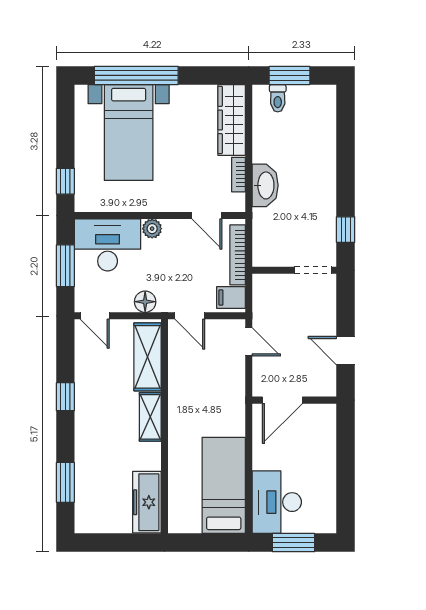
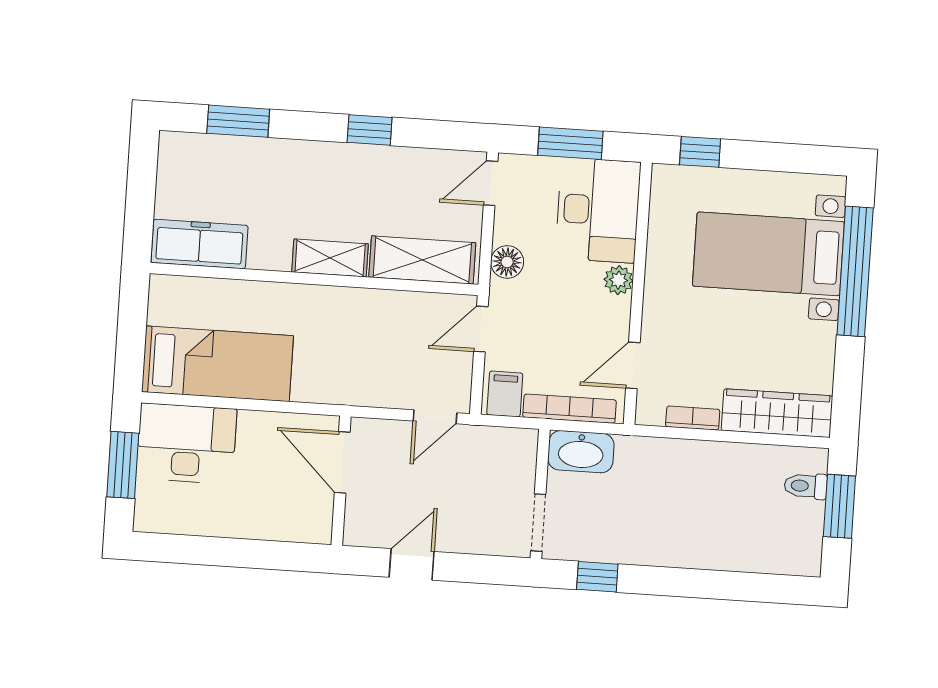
washbasin: (265, 185) -> (581, 452), moved

